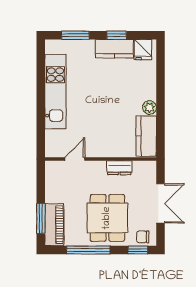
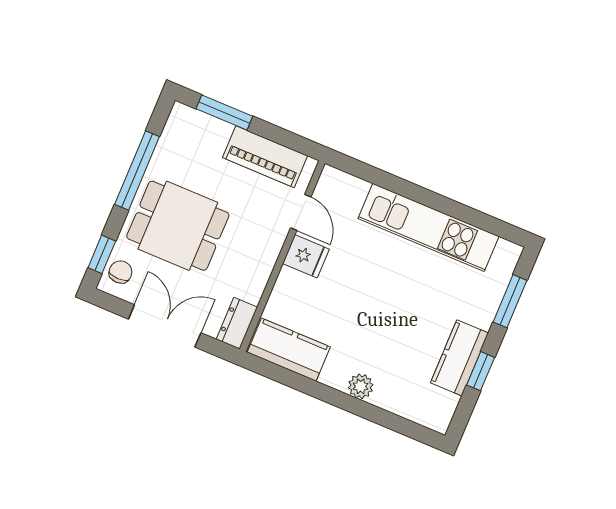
fridge: (143, 50) -> (306, 256), moved, turned 180
plant: (149, 108) -> (361, 386), moved
dresser: (119, 168) -> (237, 323), moved
double door: (160, 203) -> (165, 326), swing flipped
piano: (54, 225) -> (265, 157), moved

